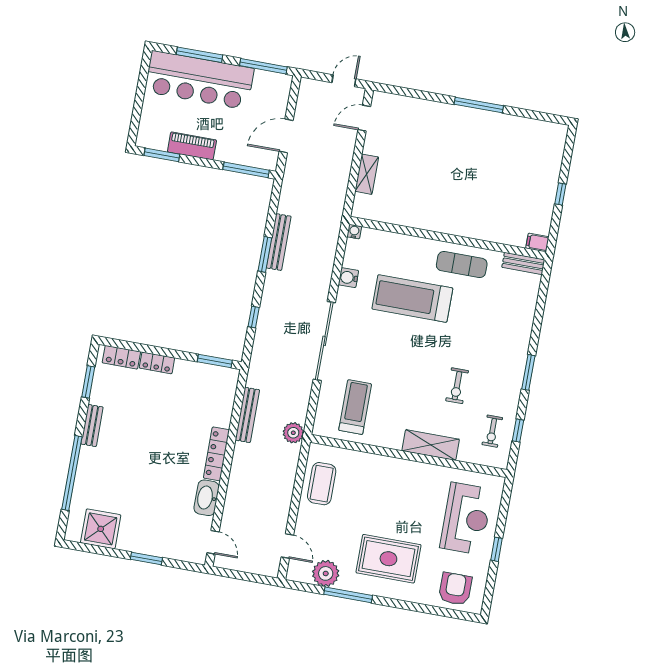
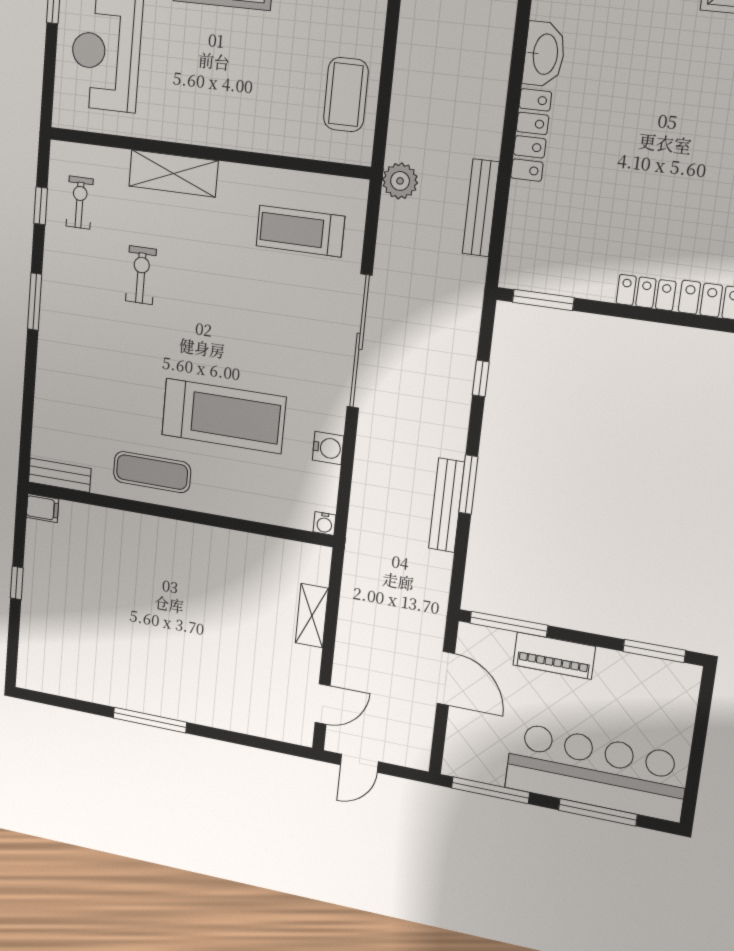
door: (286, 136) -> (446, 678), hinge flipped
piano: (192, 146) -> (554, 656), moved
treadmill: (355, 407) -> (300, 231), turned 90

